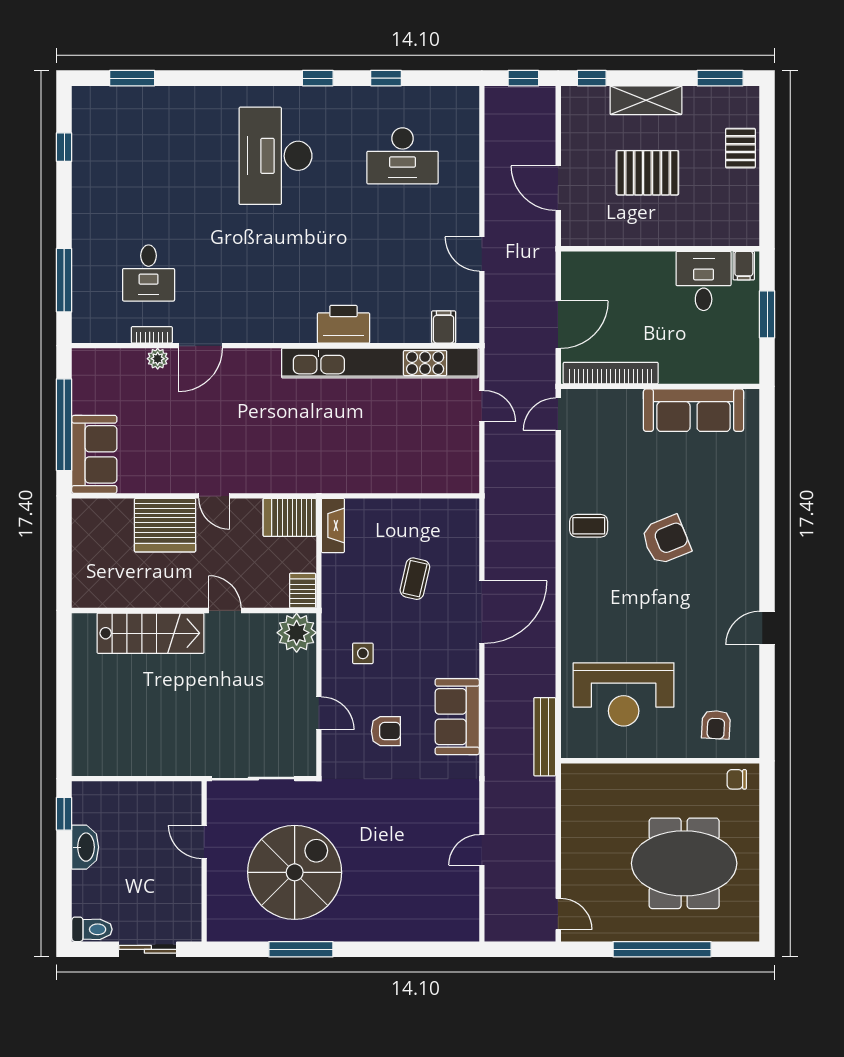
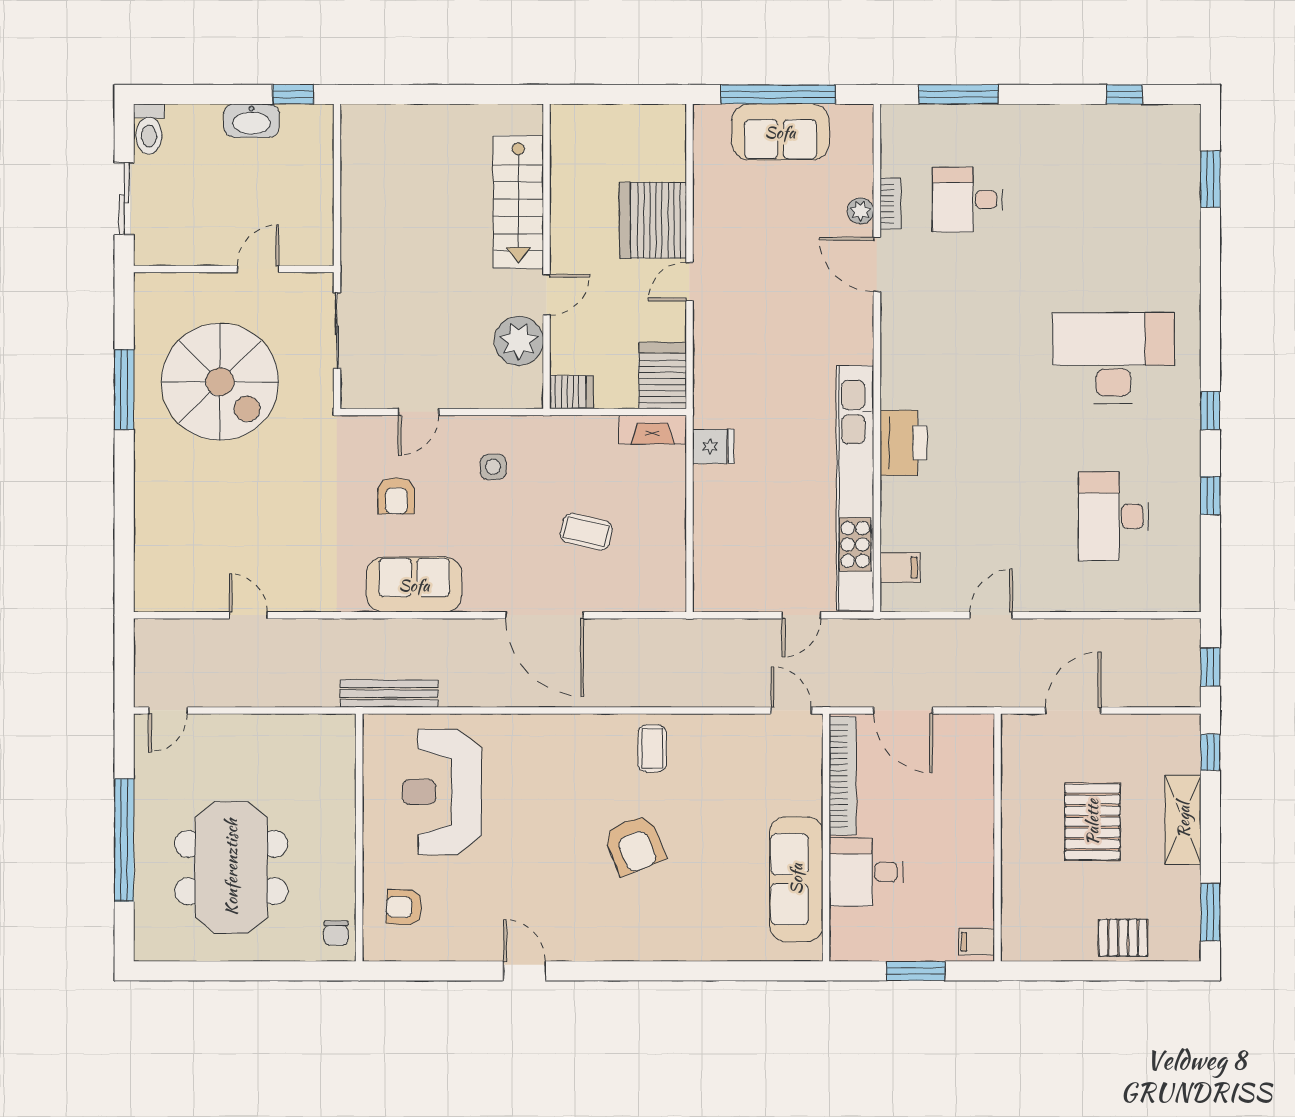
desk: (704, 281) -> (866, 872), moved, turned 180
sofa: (94, 454) -> (780, 132), moved
fridge: (347, 477) -> (713, 446), added
plant: (297, 633) -> (519, 341), moved
sliding door: (253, 779) -> (337, 330), width x0.73
chair: (737, 779) -> (336, 933), turned 180

